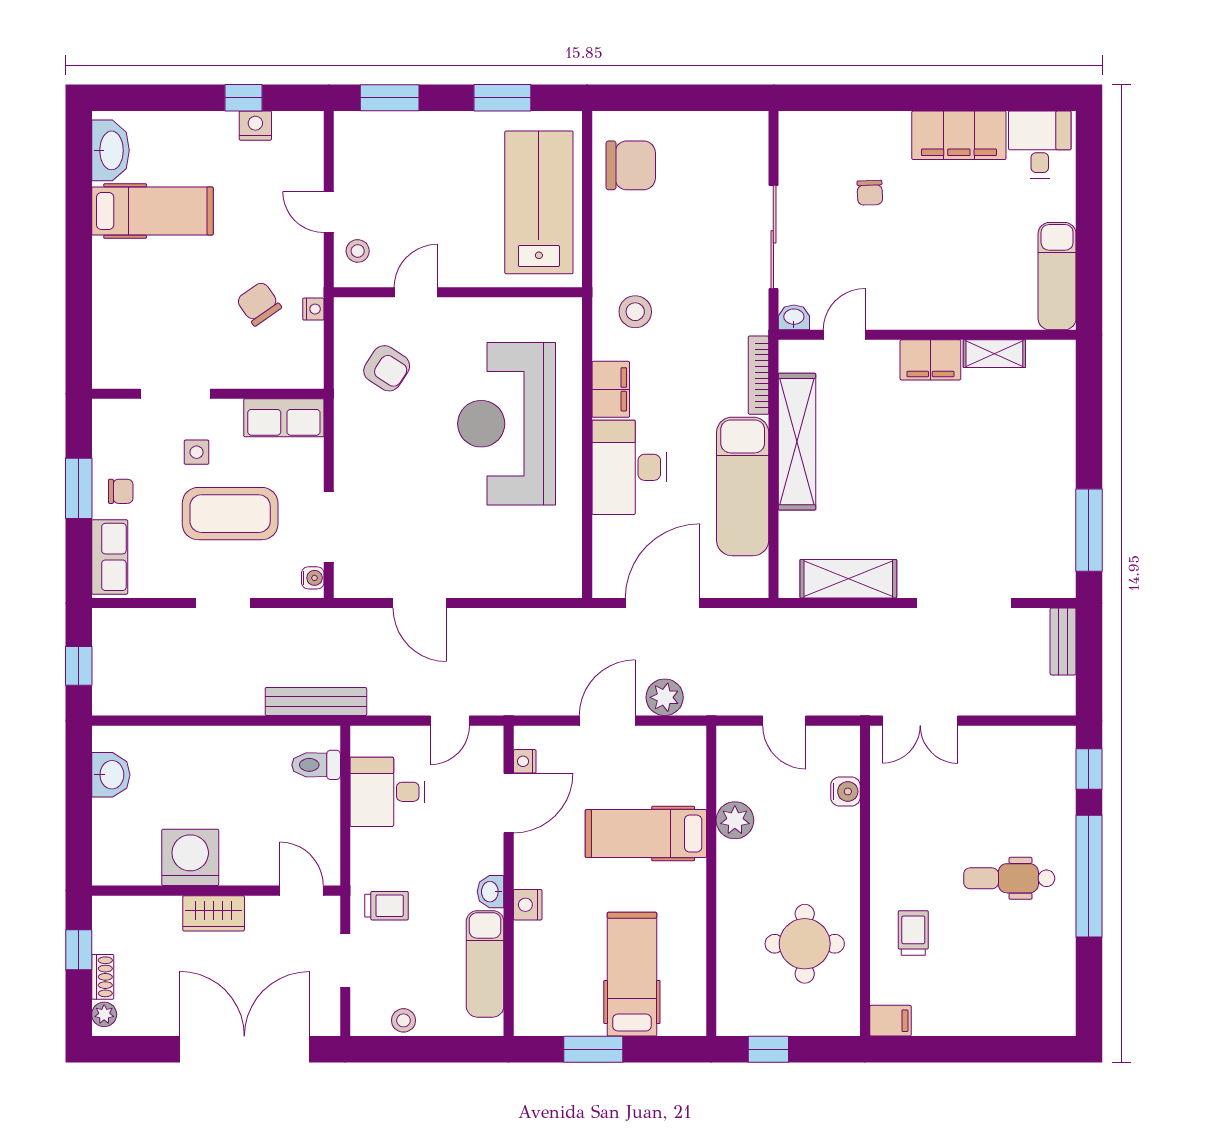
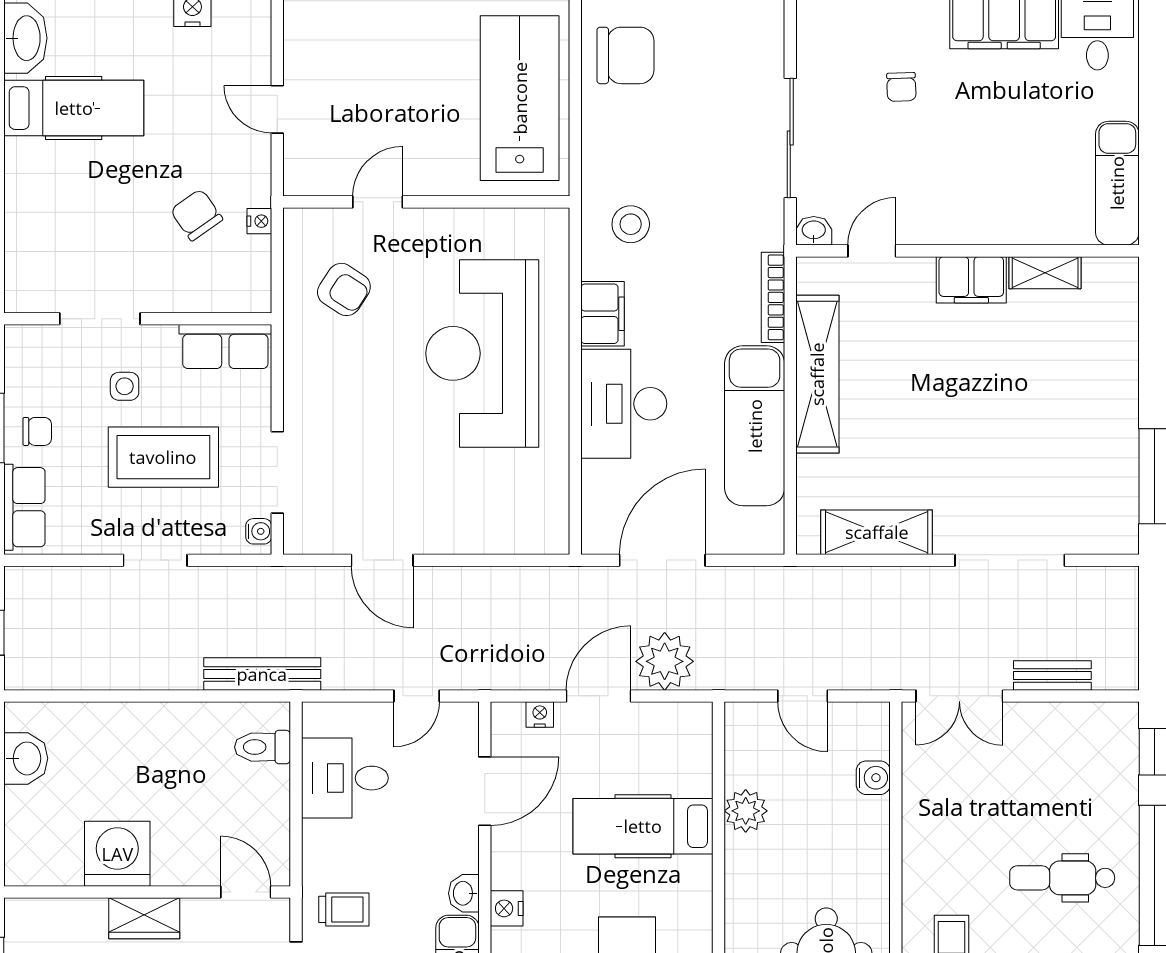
stool: (358, 251) -> (310, 154), removed
bench: (1063, 641) -> (1052, 675), moved, turned 90
plant: (665, 697) -> (665, 661), width x1.36, depth x1.36
nightstand: (525, 761) -> (540, 715), moved, turned 90

